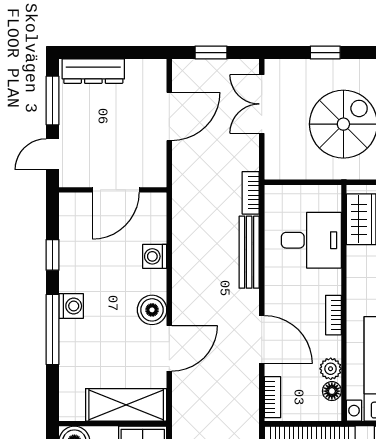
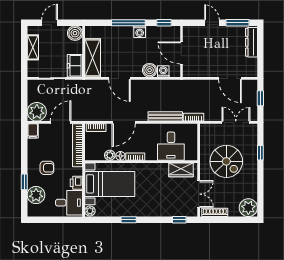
wall: (113, 190) -> (181, 51), moved
door: (116, 190) -> (181, 53), moved
boiler: (152, 310) -> (150, 70), moved
floor lamp: (332, 391) -> (120, 156), moved

